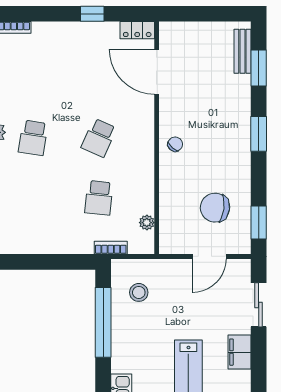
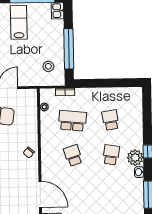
school desk: (99, 138) -> (73, 156), turned -42
school desk: (33, 198) -> (110, 120), added
school desk: (99, 198) -> (72, 121), width x1.85

